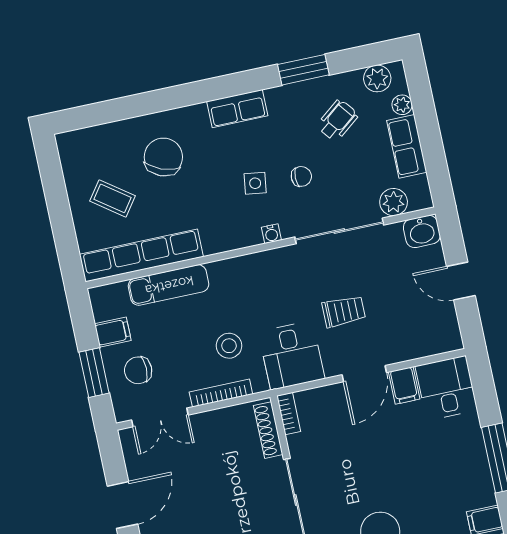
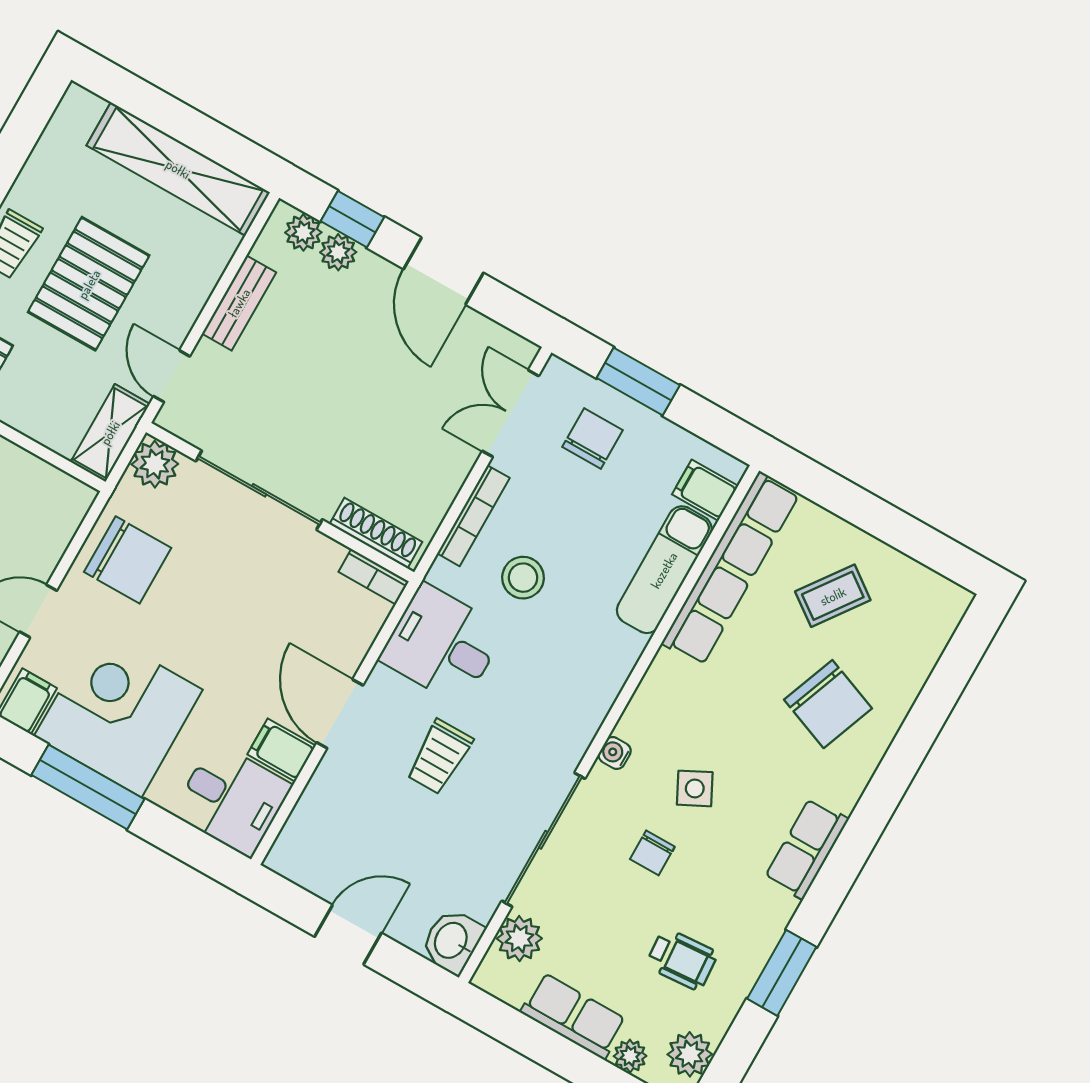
wheelchair: (338, 120) -> (682, 959), turned -56
side table: (255, 183) -> (695, 788), turned -35
filing cabinet: (113, 332) -> (705, 490), moved, turned 90
corner desk: (453, 474) -> (118, 713), added

